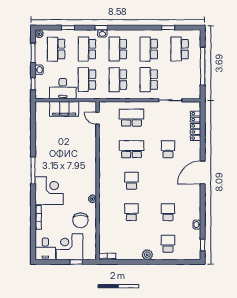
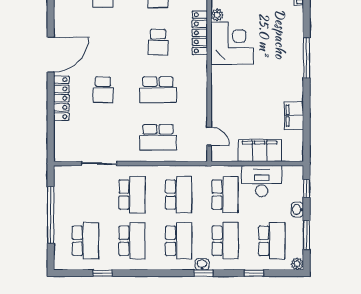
locker: (196, 126) -> (61, 98), moved
filing cabinet: (41, 132) -> (294, 116), added
locker: (104, 187) -> (200, 33), added
corner desk: (49, 191) -> (232, 43), moved, turned 180

